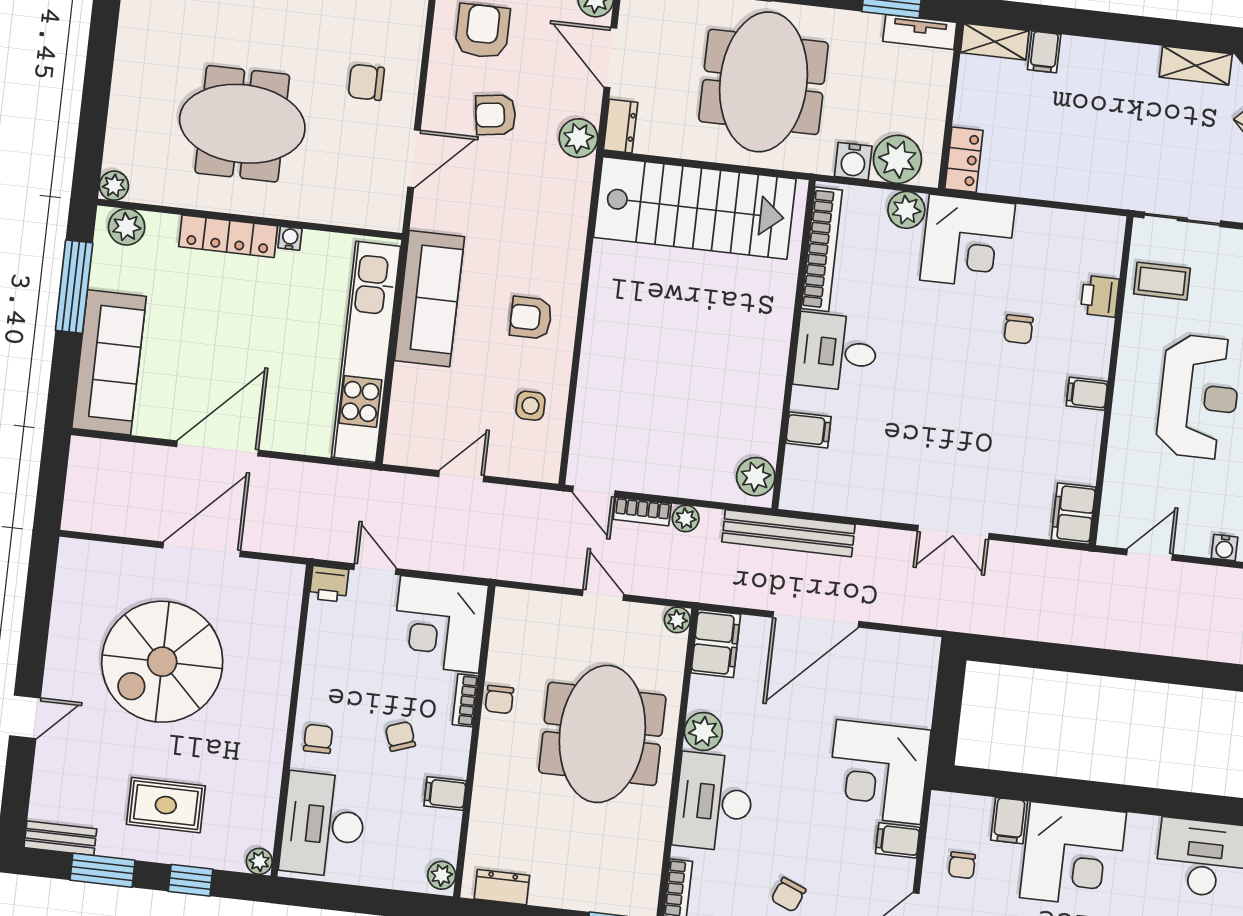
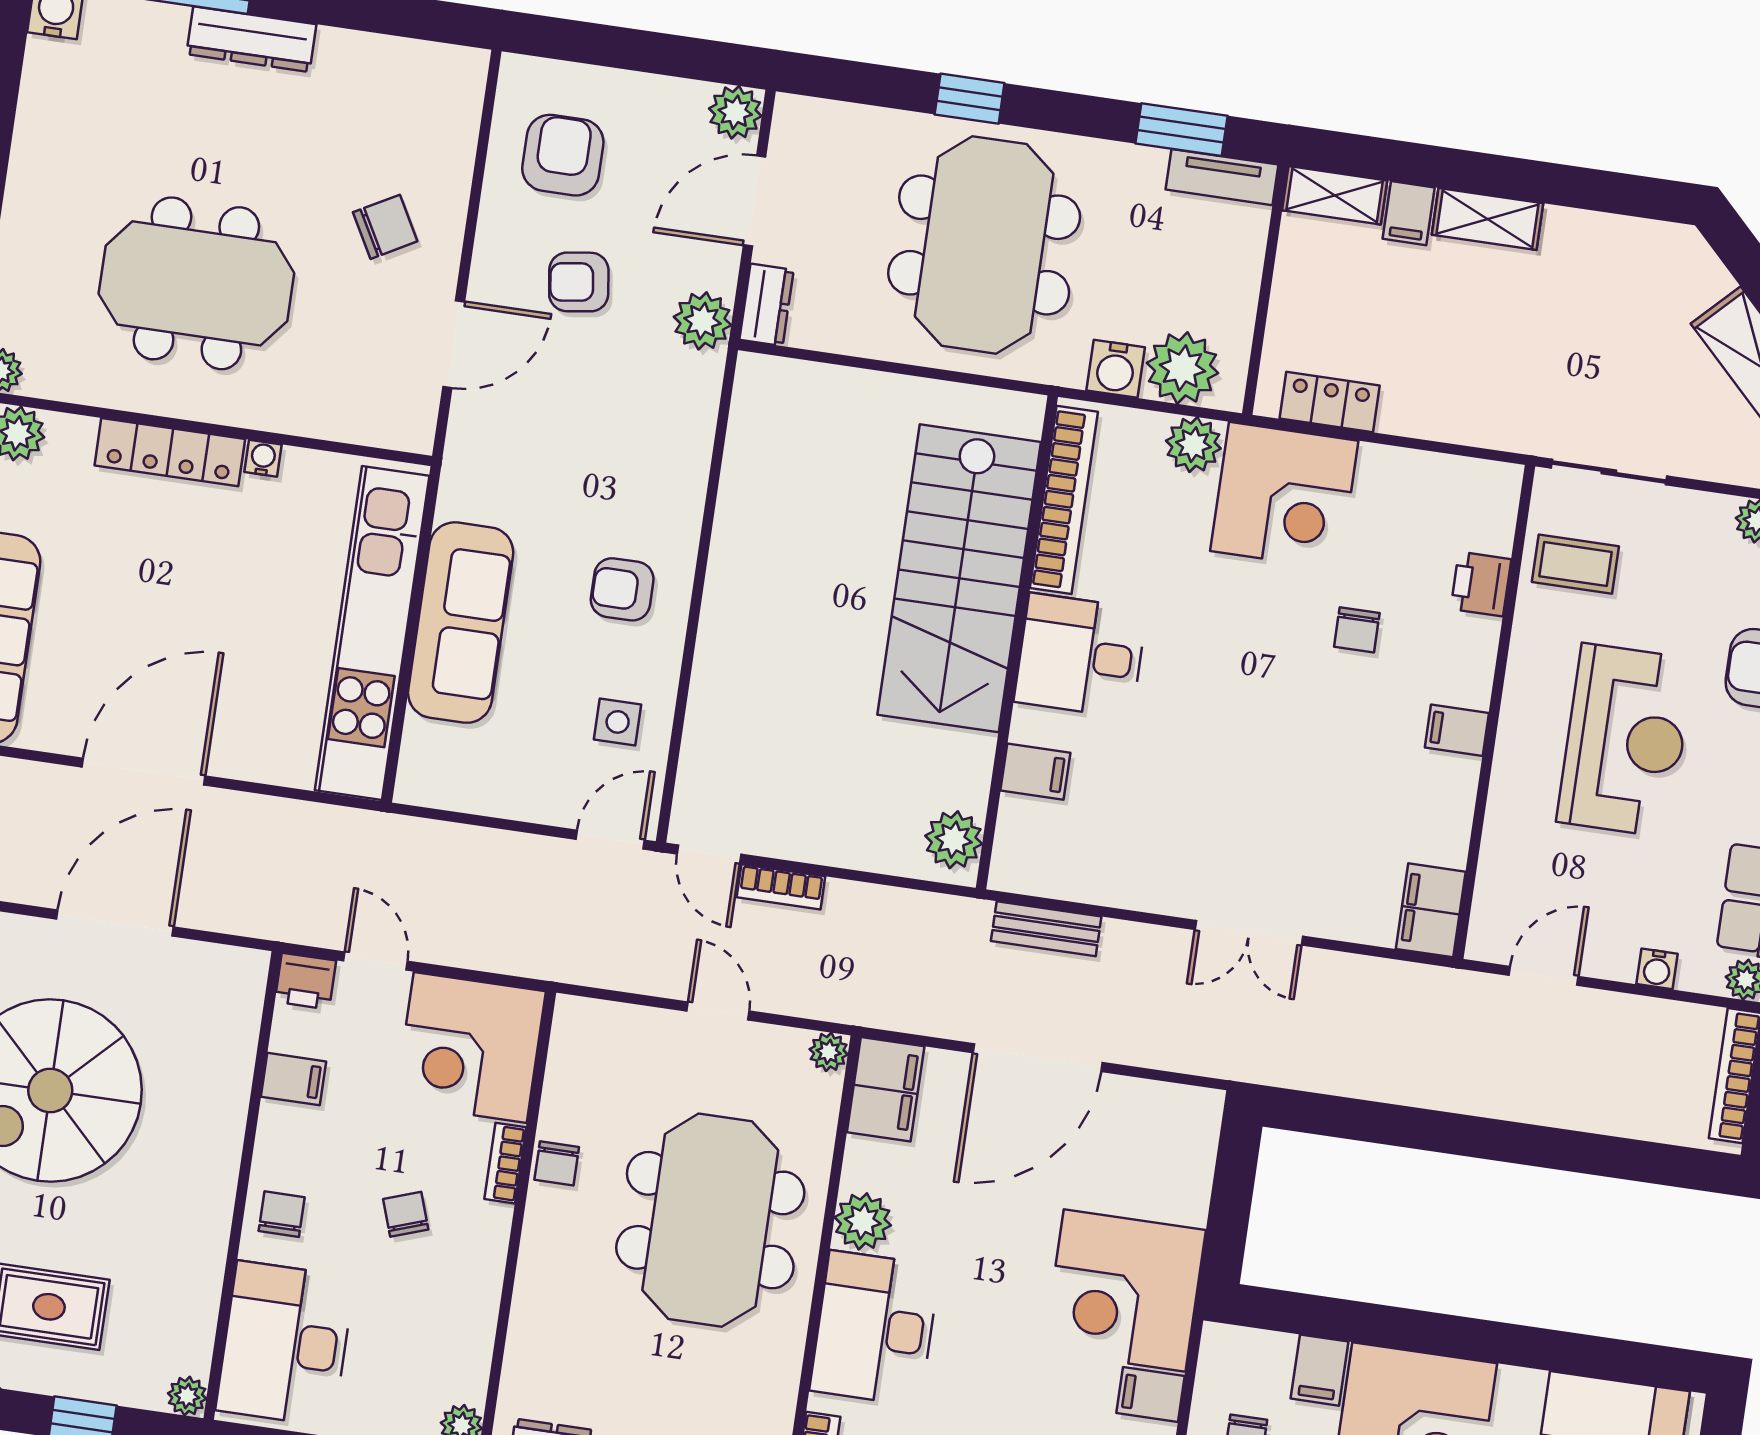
door: (610, 58) -> (755, 201), hinge flipped
shelving: (1196, 65) -> (1487, 219), moved
chair: (366, 82) -> (385, 227), turned 151
locker: (964, 160) -> (1330, 402), moved, turned -90
stairs: (695, 208) -> (959, 578), moved, turned 90
sofa: (429, 299) -> (461, 623), moved
door: (461, 476) -> (610, 840), moved
plant: (686, 518) -> (846, 899), removed
bench: (788, 533) -> (1046, 929), width x0.54, depth x0.82
filing cabinet: (445, 793) -> (294, 1079), moved, turned 180

